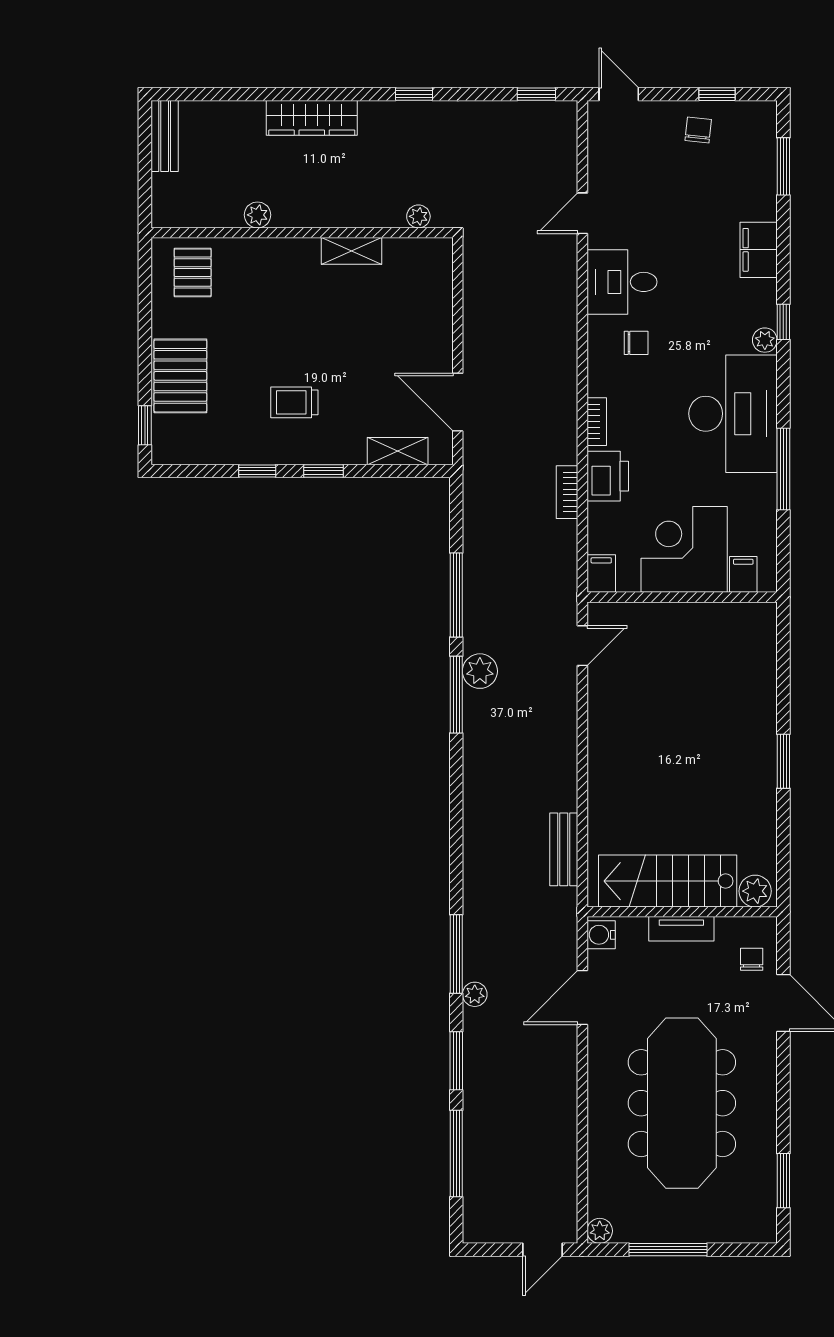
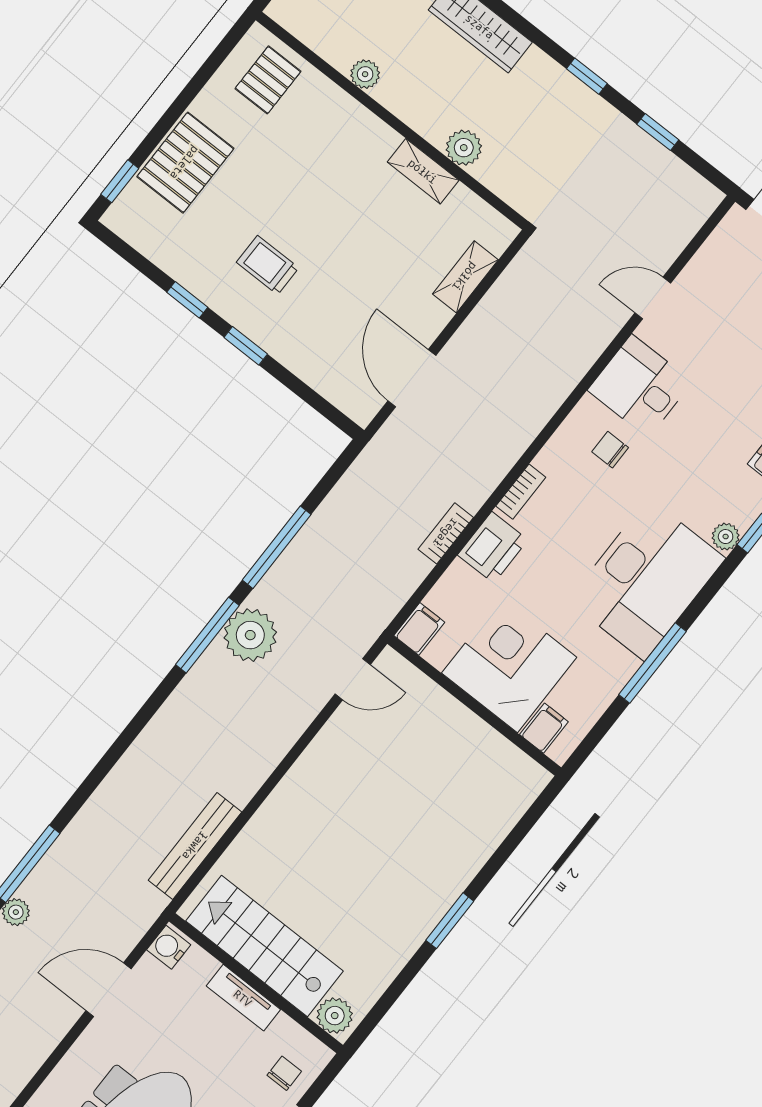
window: (536, 94) -> (658, 132), moved
plant: (418, 216) -> (464, 148), moved, width x1.38, depth x1.38
chair: (636, 343) -> (610, 450), turned 180
shelving: (398, 451) -> (465, 277), moved, turned 90
plant: (480, 671) -> (250, 635), width x1.36, depth x1.36
bench: (564, 849) -> (195, 846), width x1.36

